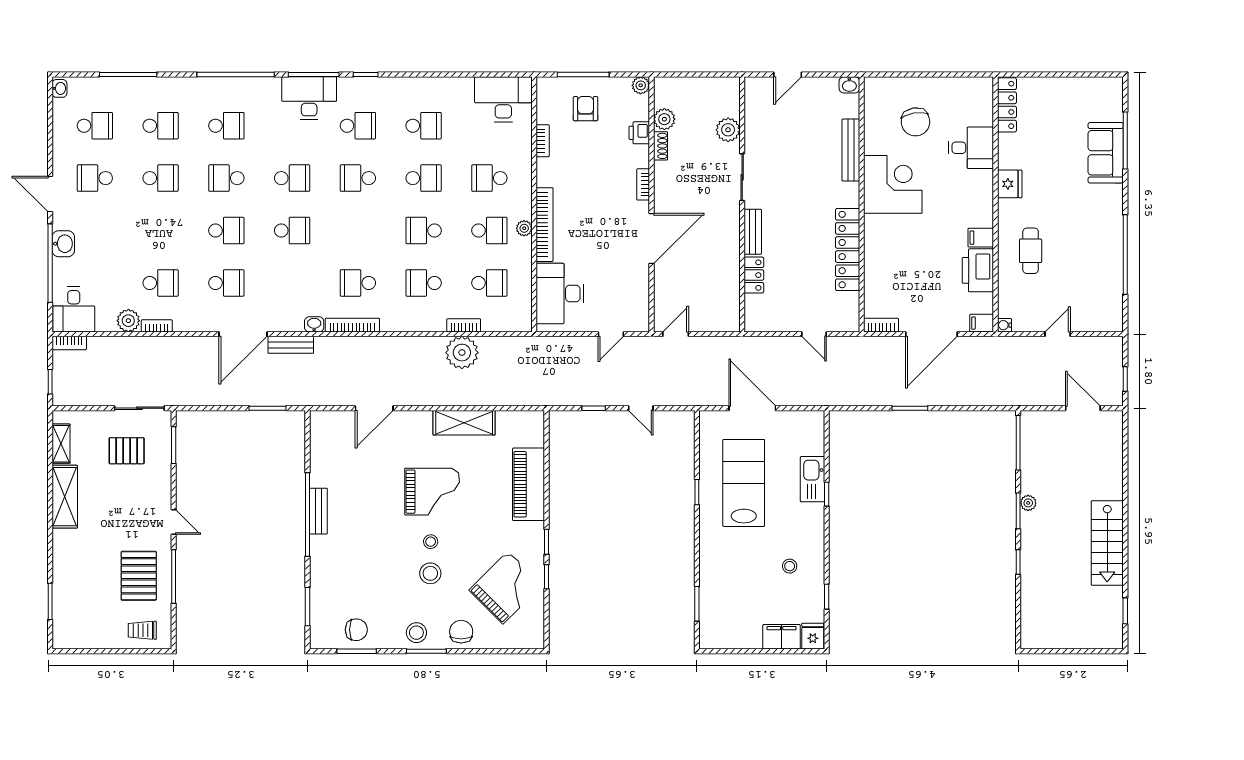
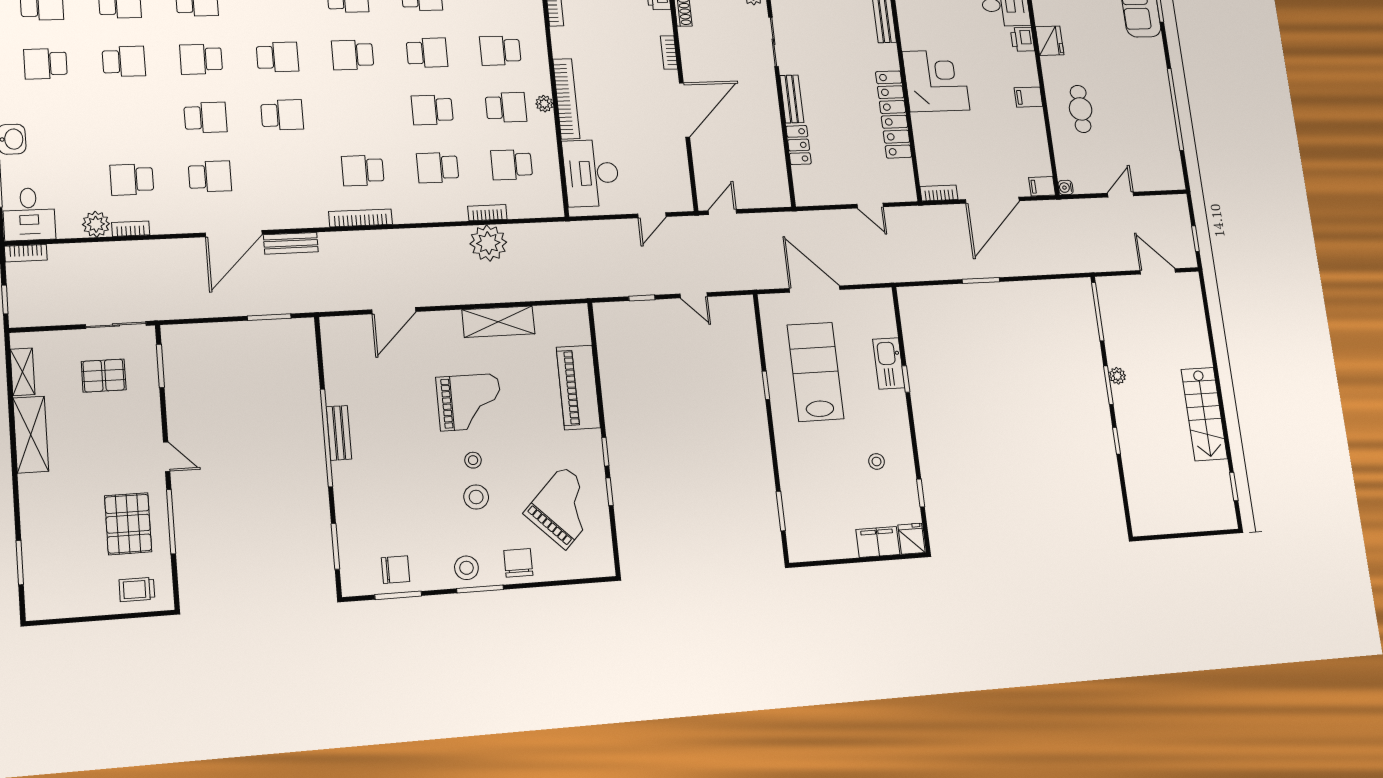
corner desk: (893, 184) -> (936, 81), moved
printer: (978, 270) -> (1022, 39), moved, width x0.53, depth x0.68
school desk: (161, 283) -> (132, 179), turned 180
school desk: (489, 283) -> (512, 165), turned 180
washbasin: (314, 324) -> (316, 219), removed

